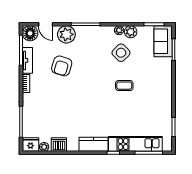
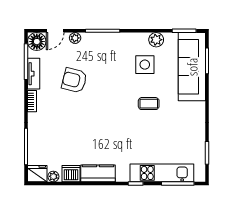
door: (46, 24) -> (55, 31), hinge flipped
plant: (119, 30) -> (142, 38), removed
plant: (66, 34) -> (75, 38), width x0.53, depth x0.53
sofa: (163, 41) -> (192, 67), width x1.85, depth x1.27
side table: (121, 53) -> (145, 65), turned 45
armchair: (62, 66) -> (74, 80), turned 87
kitchen counter: (93, 144) -> (98, 173), moved

